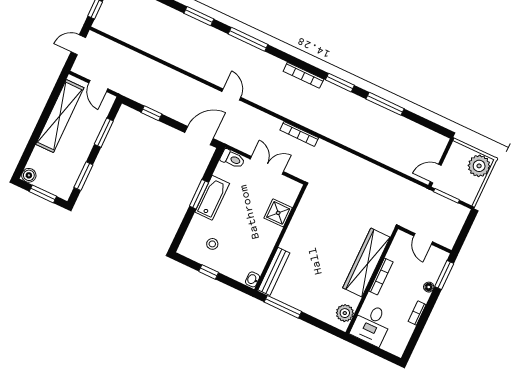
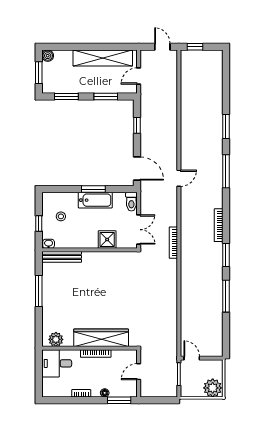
shower: (278, 213) -> (107, 240), moved
wall: (280, 238) -> (90, 250), moved
bench: (274, 271) -> (62, 257), moved
washbasin: (253, 279) -> (49, 244), moved

